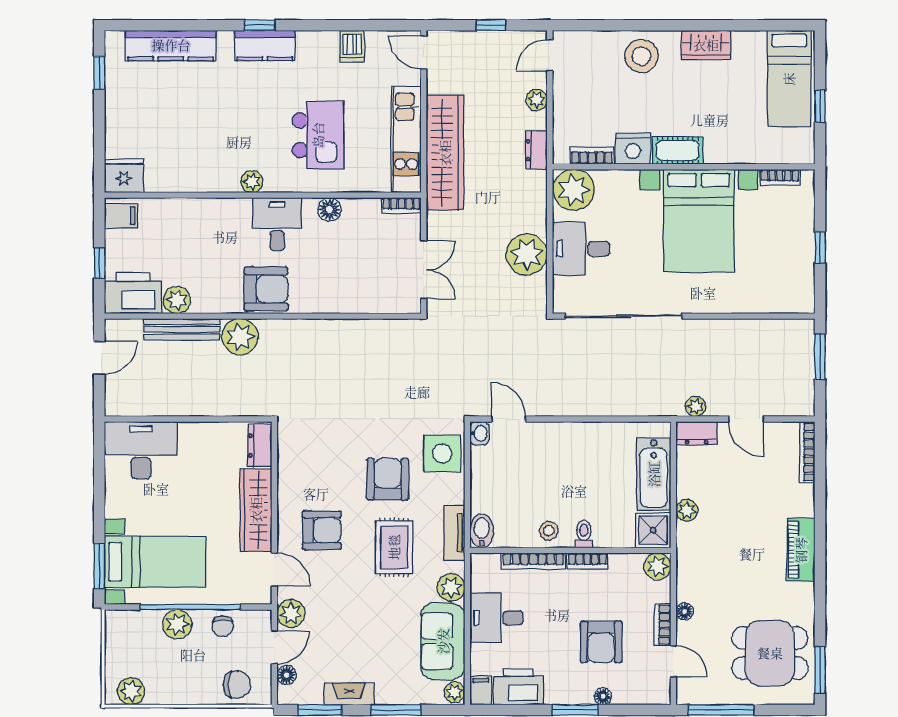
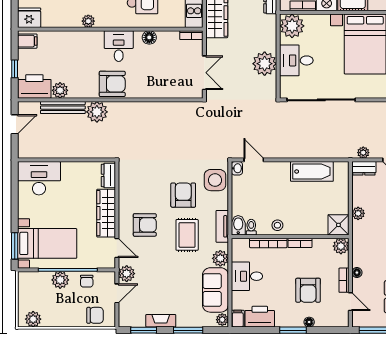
plant: (252, 182) -> (88, 21), moved
bathtub: (654, 474) -> (312, 171), moved, turned -90
toilet: (584, 534) -> (251, 227), moved
floor lamp: (287, 675) -> (124, 310), removed

